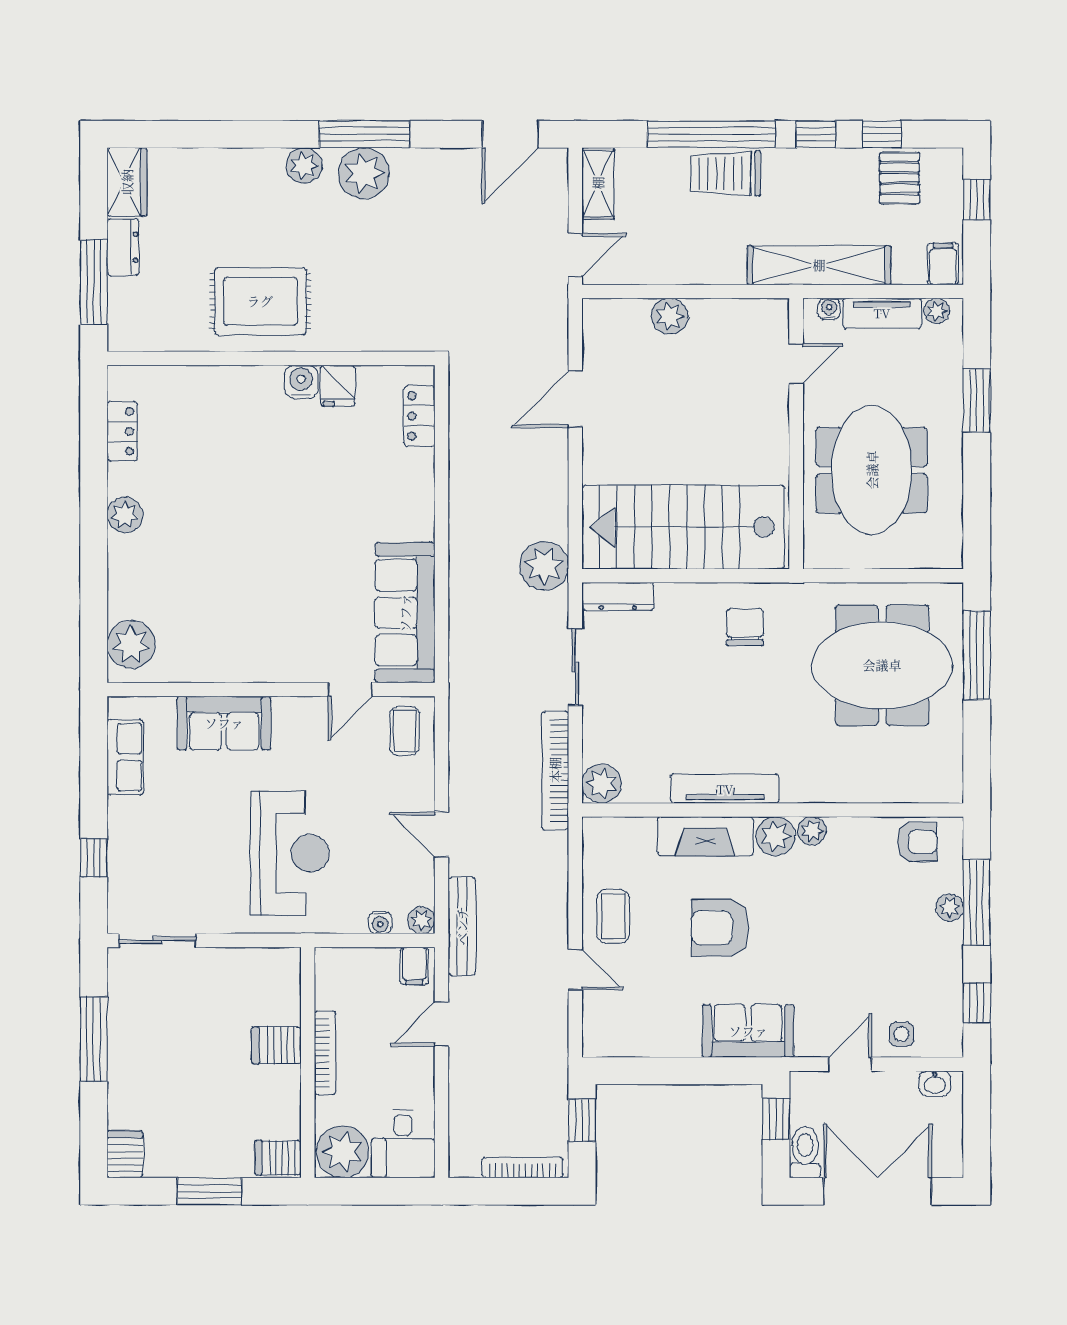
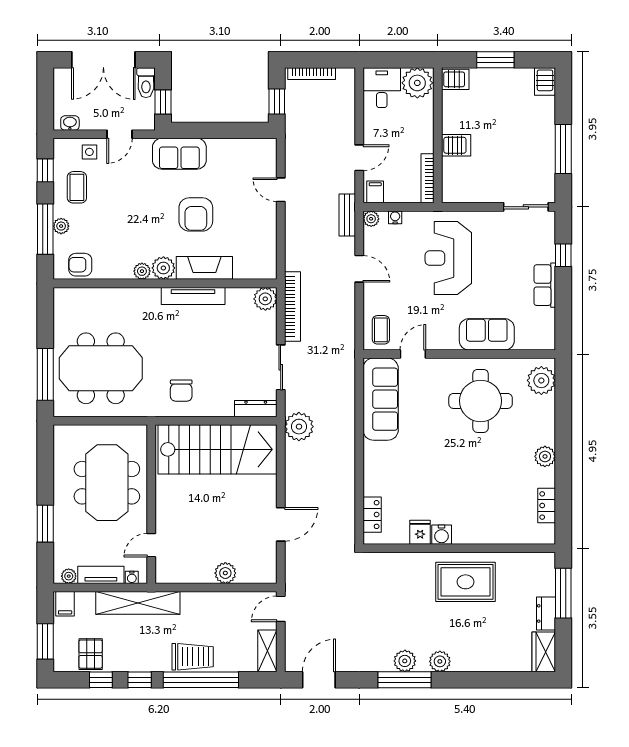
plant: (364, 173) -> (405, 661), width x0.73, depth x0.73
window: (977, 200) -> (45, 641), width x1.50
round table: (235, 610) -> (481, 401), added
row of seats: (125, 757) -> (545, 285), moved
coffee table: (613, 916) -> (77, 187), moved
bench: (462, 926) -> (347, 215), width x0.73
armchair: (720, 928) -> (196, 214), turned 90
bookcase: (325, 1053) -> (427, 178), moved

